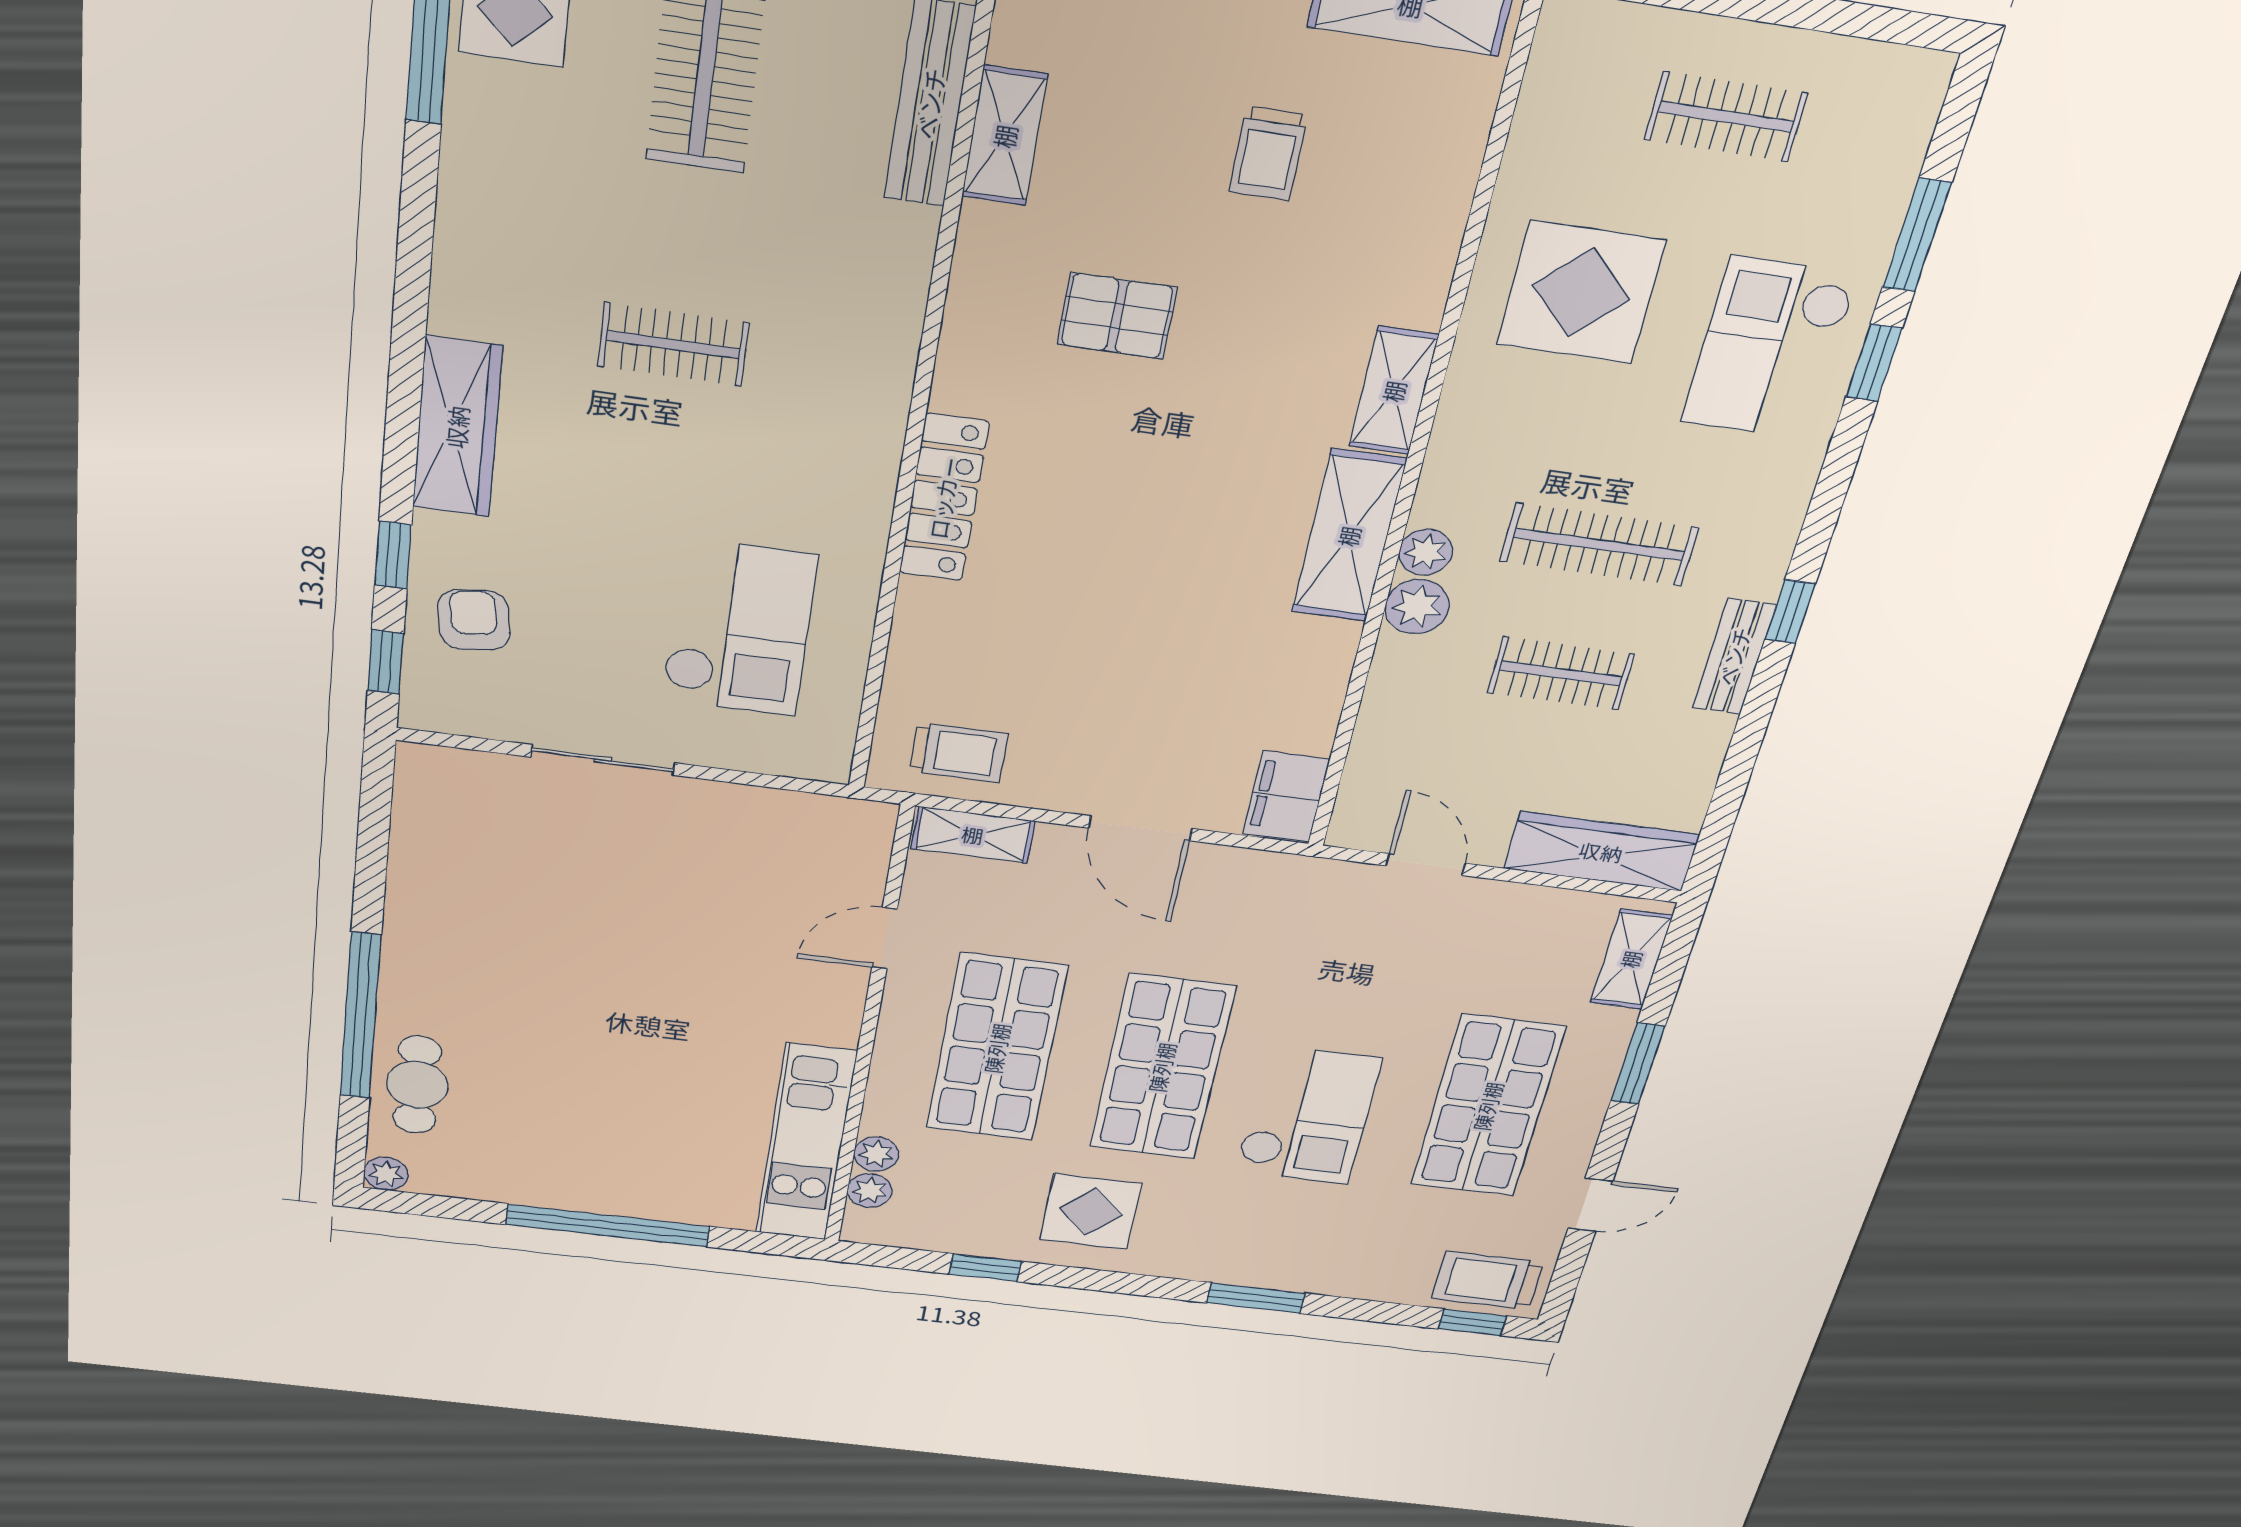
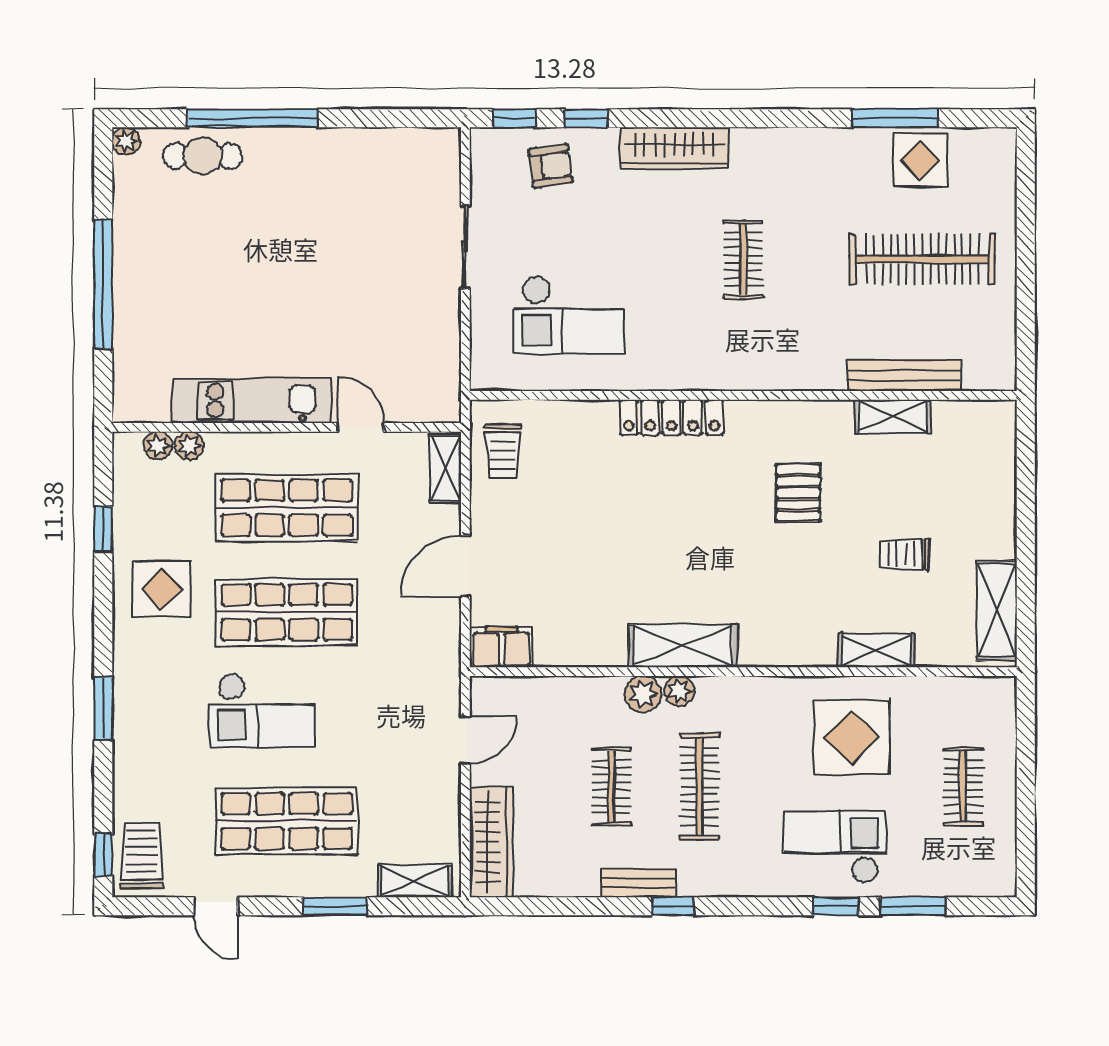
shelving: (1394, 391) -> (876, 650), moved
kitchen unit: (806, 1143) -> (252, 401), moved

